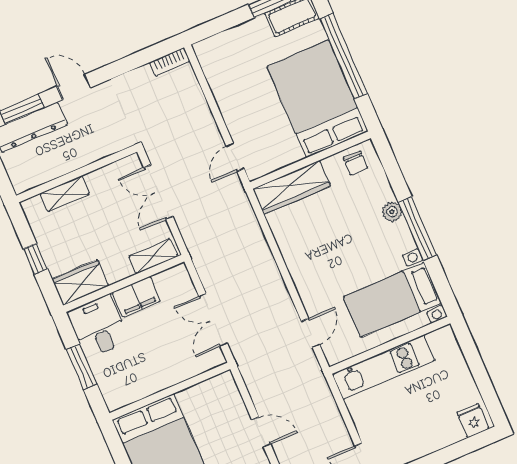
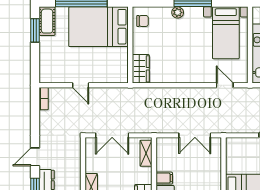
door: (235, 157) -> (81, 85), moved
wardrobe: (292, 187) -> (141, 69), width x0.67
filing cabinet: (136, 297) -> (164, 178), width x0.50

